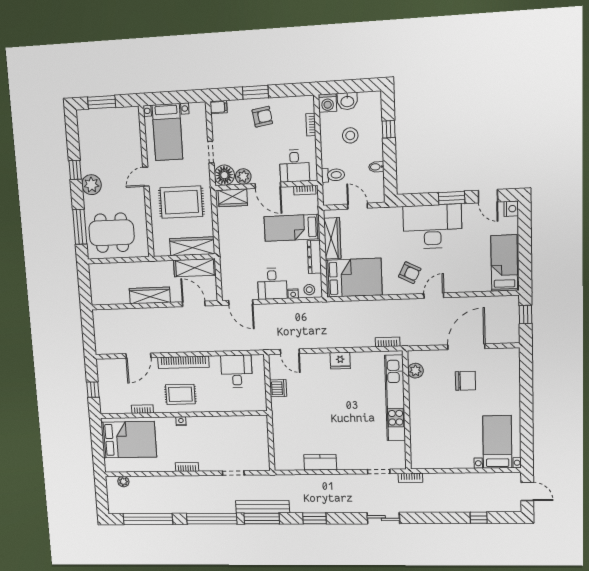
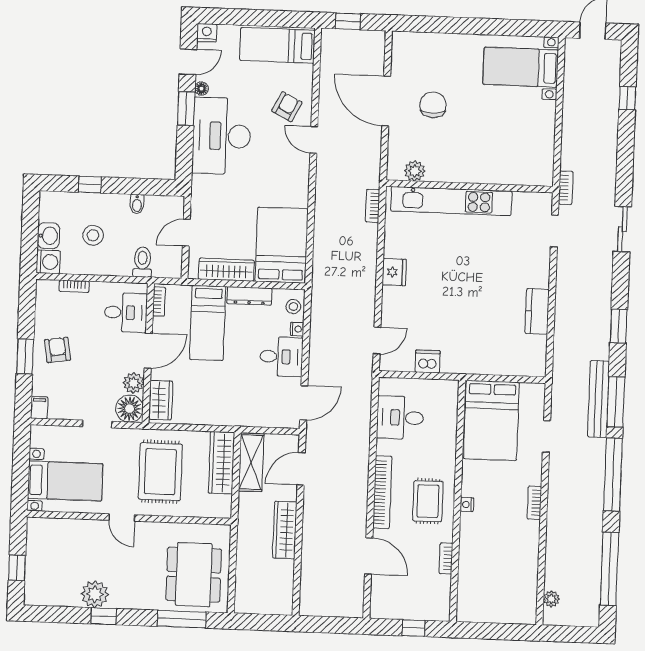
window: (102, 102) -> (17, 568), width x0.67
plant: (91, 185) -> (95, 594), moved
floor lamp: (468, 208) -> (202, 89), added
armchair: (410, 273) -> (287, 107), moved
bed: (129, 440) -> (491, 420), moved, turned 180

